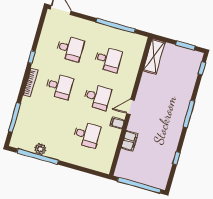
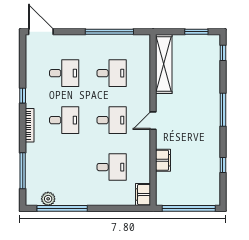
shelving: (154, 56) -> (164, 64), width x1.47
filing cabinet: (117, 123) -> (143, 195), moved, width x2.00
plant: (40, 149) -> (48, 199), moved

